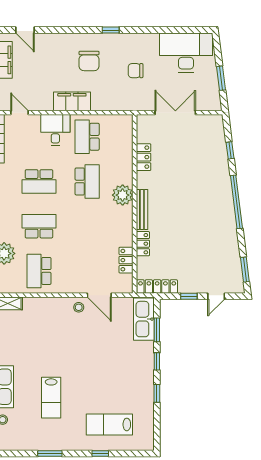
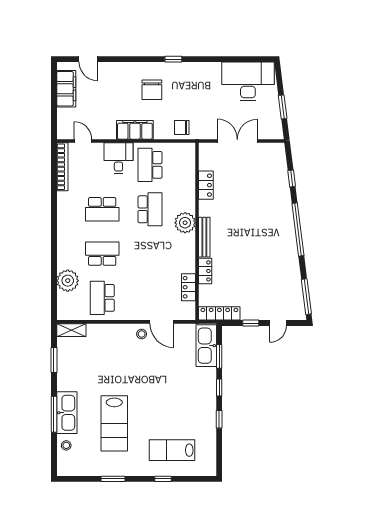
chair: (136, 71) -> (182, 127), moved
window: (245, 270) -> (306, 297), width x1.44
lab bench: (51, 398) -> (114, 423), width x1.36, depth x1.39

